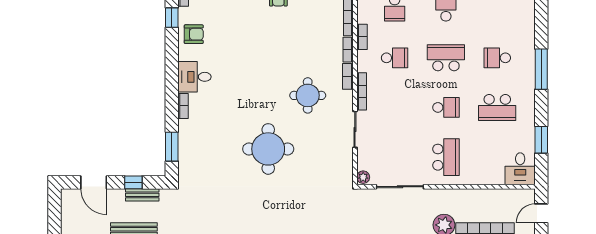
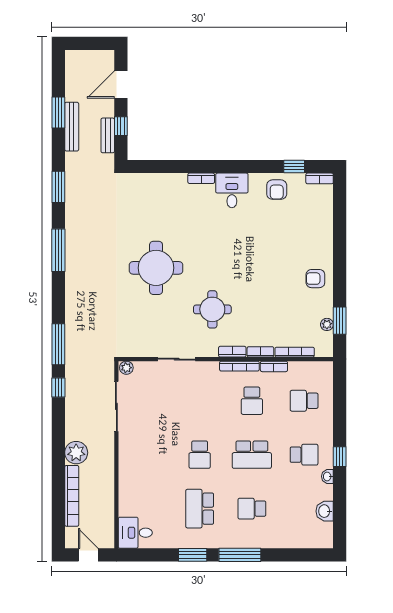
school desk: (446, 58) -> (252, 455), turned 90
school desk: (497, 58) -> (252, 509), turned -90
bookcase: (362, 91) -> (239, 366), moved
window: (541, 140) -> (193, 555), moved
window: (172, 147) -> (159, 167), removed
school desk: (446, 157) -> (147, 455), removed

